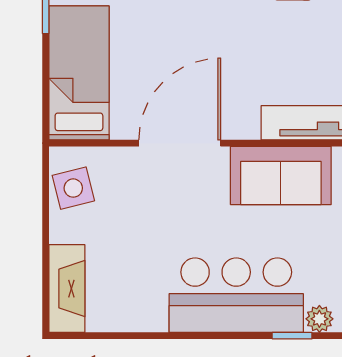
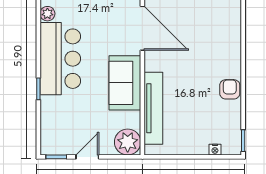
plant: (319, 319) -> (47, 14), moved

